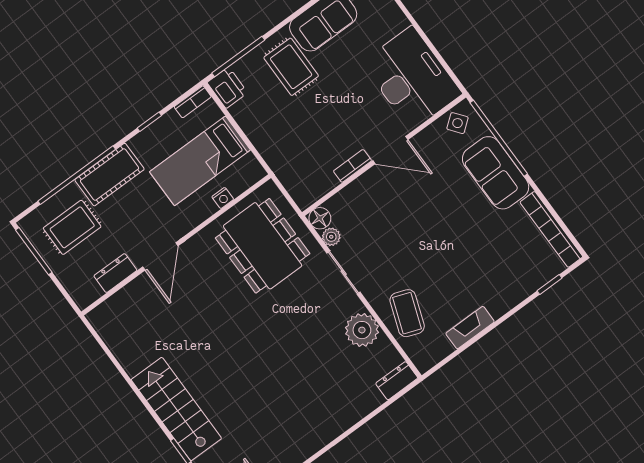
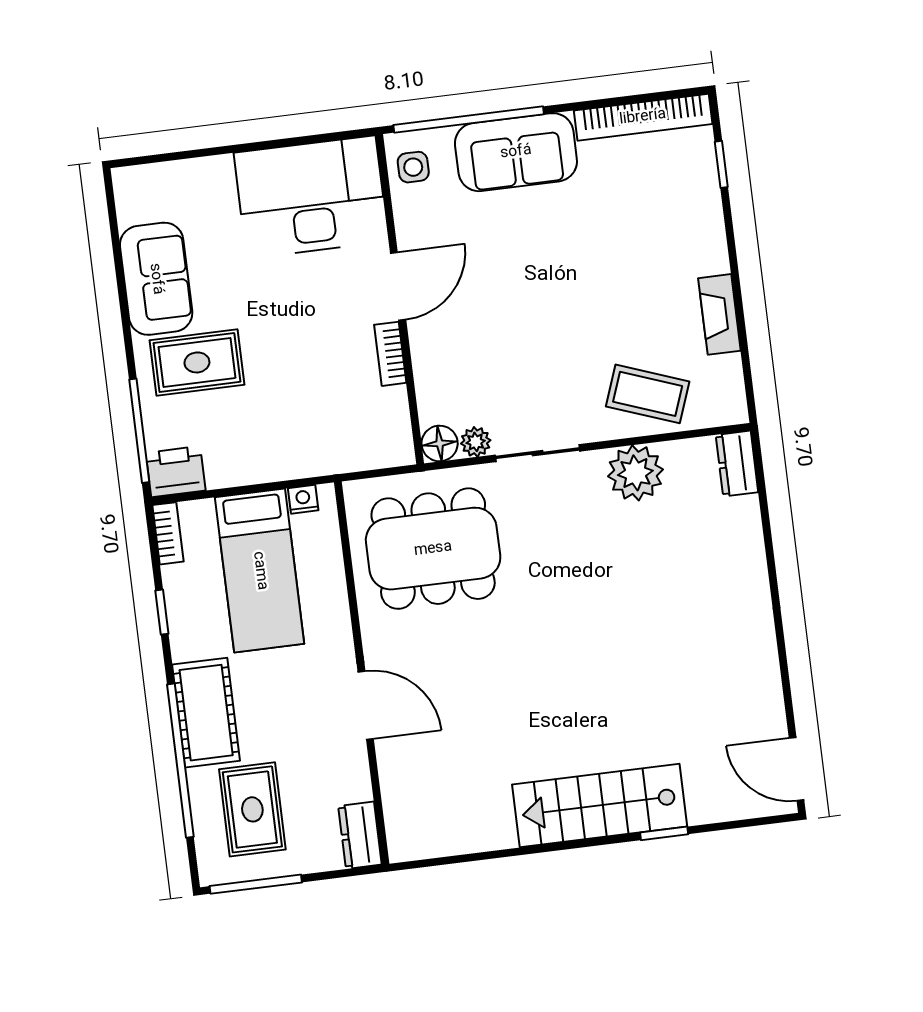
side table: (458, 123) -> (413, 167), turned 38
nightstand: (223, 198) -> (303, 499), moved, turned -90
dresser: (115, 273) -> (360, 835), moved

